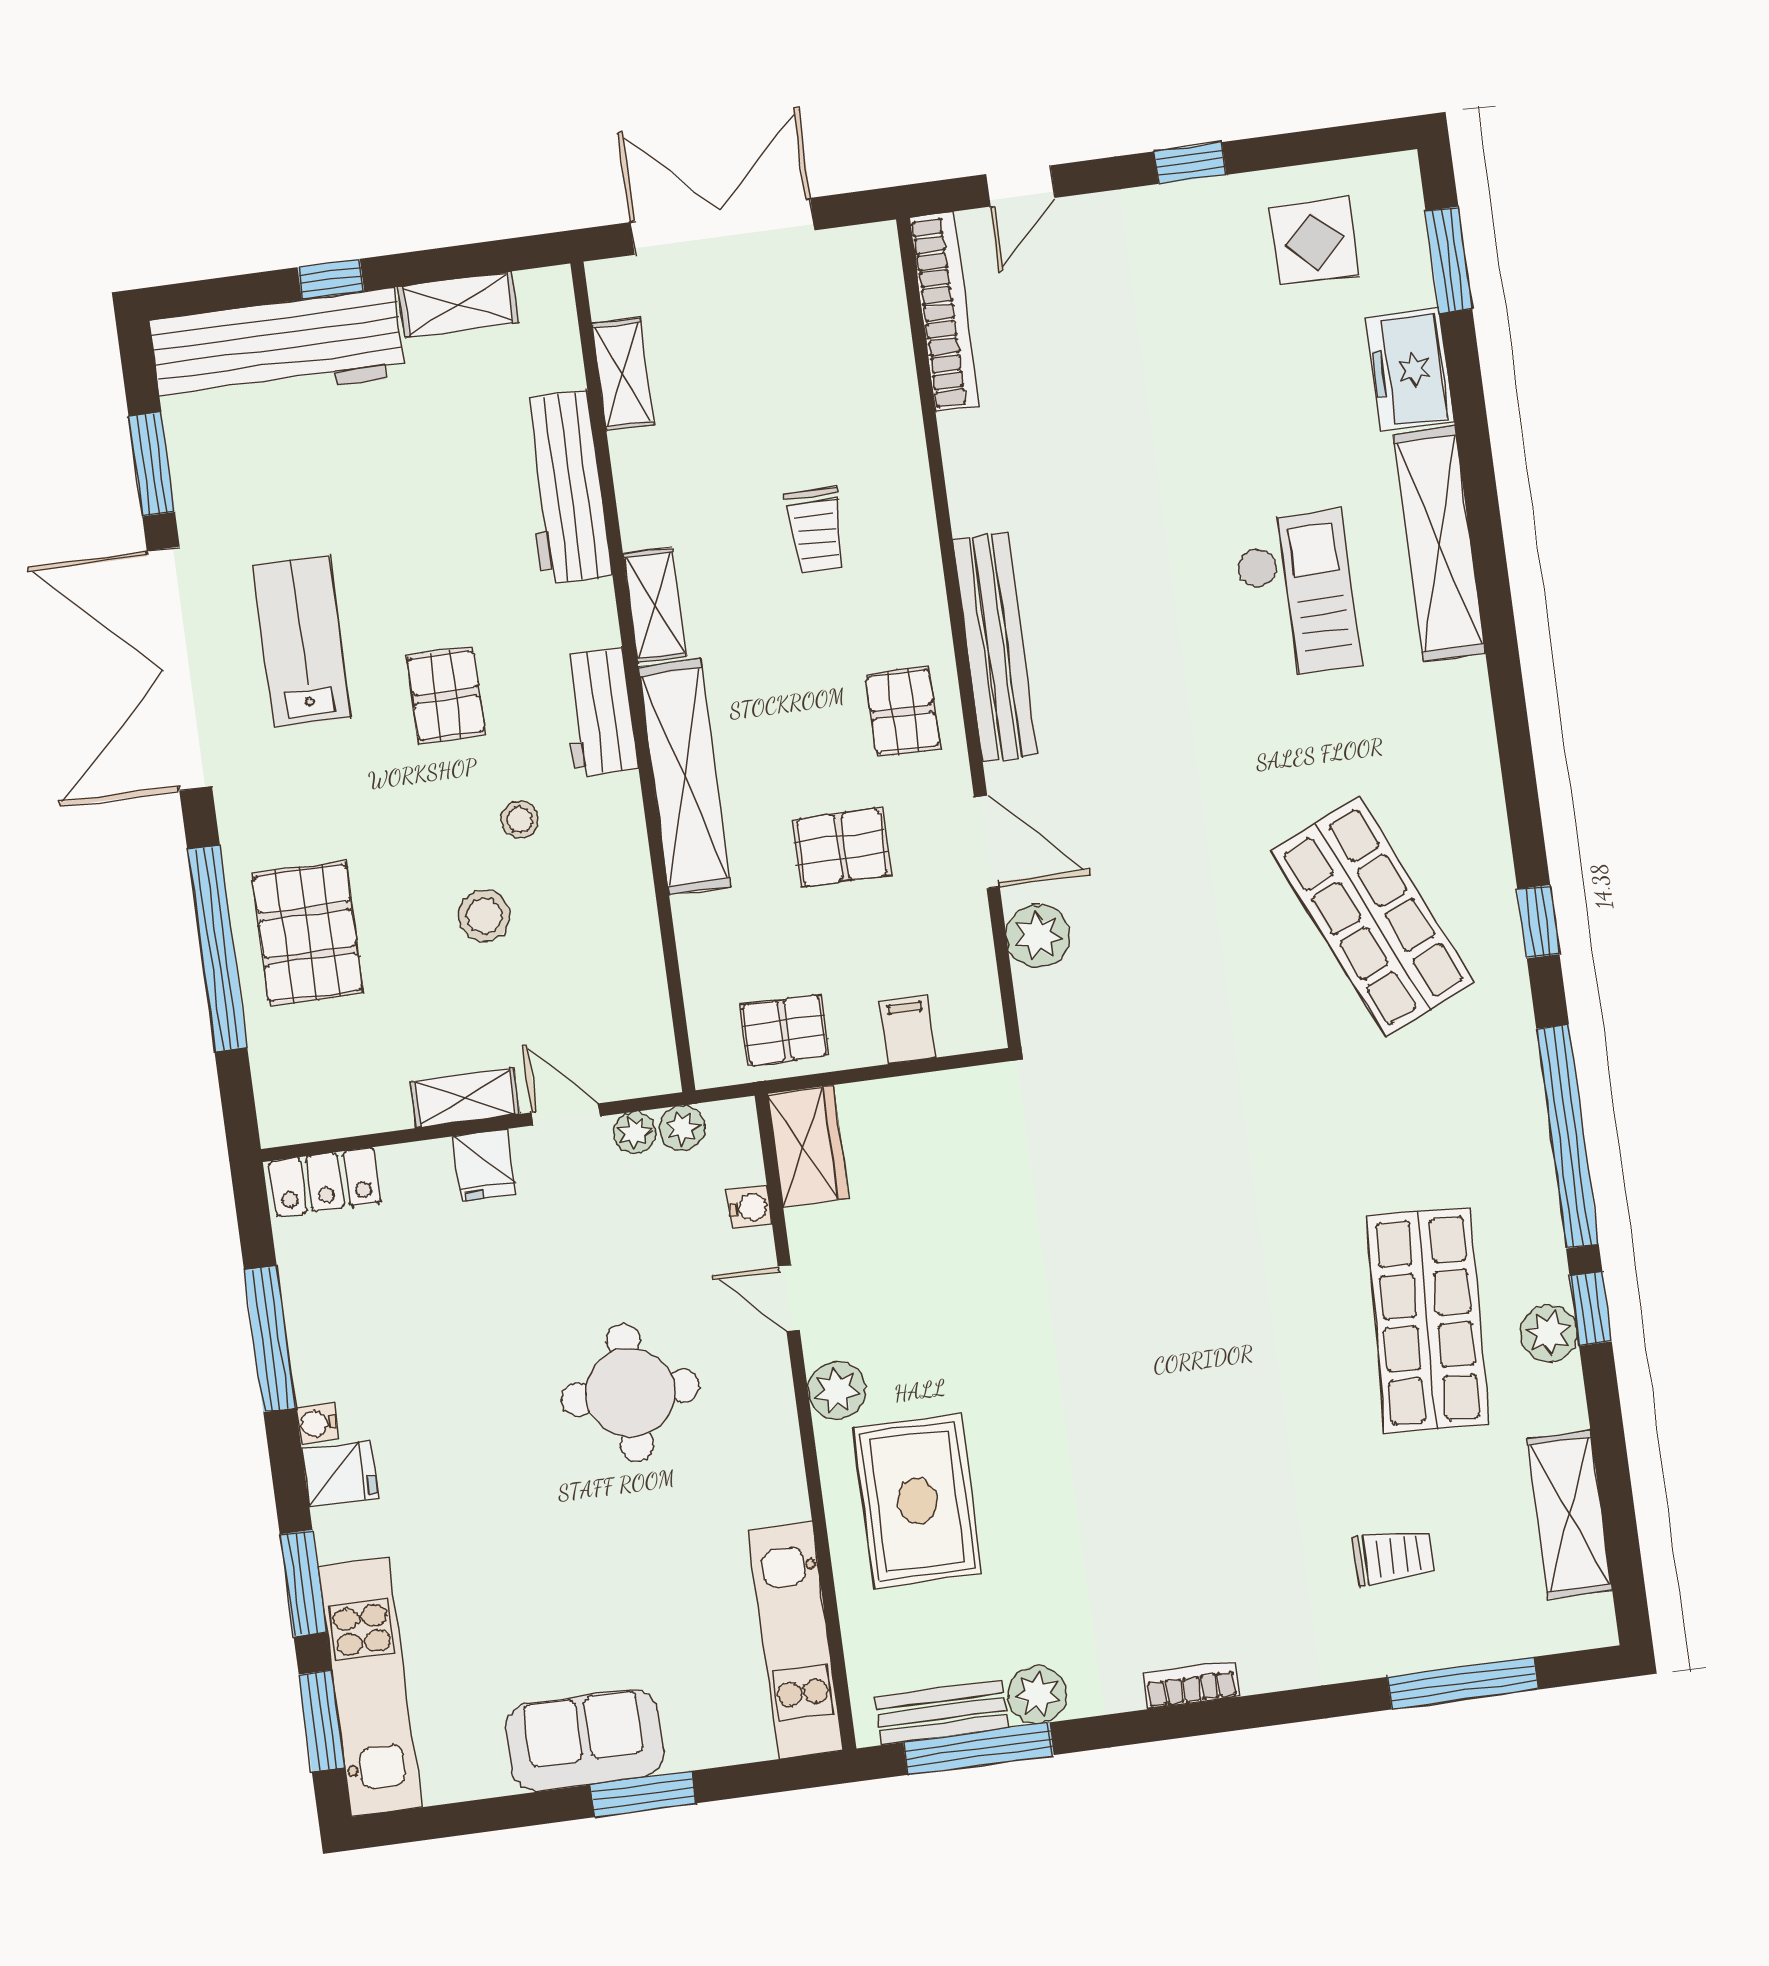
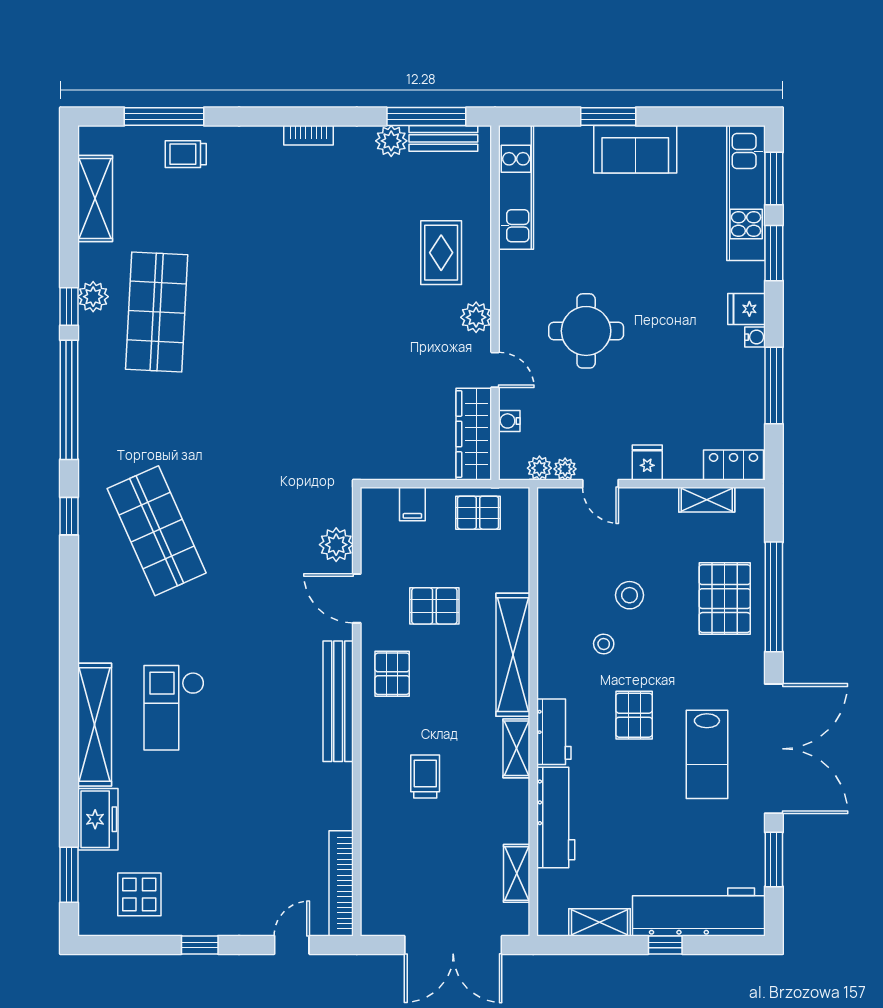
workbench: (599, 713) -> (554, 732), moved
shelving: (465, 1098) -> (707, 500), moved
wardrobe: (808, 1146) -> (474, 434), width x1.50
rug: (917, 1501) -> (441, 253), width x0.73, depth x0.70
trolley: (1393, 1556) -> (186, 154), moved

